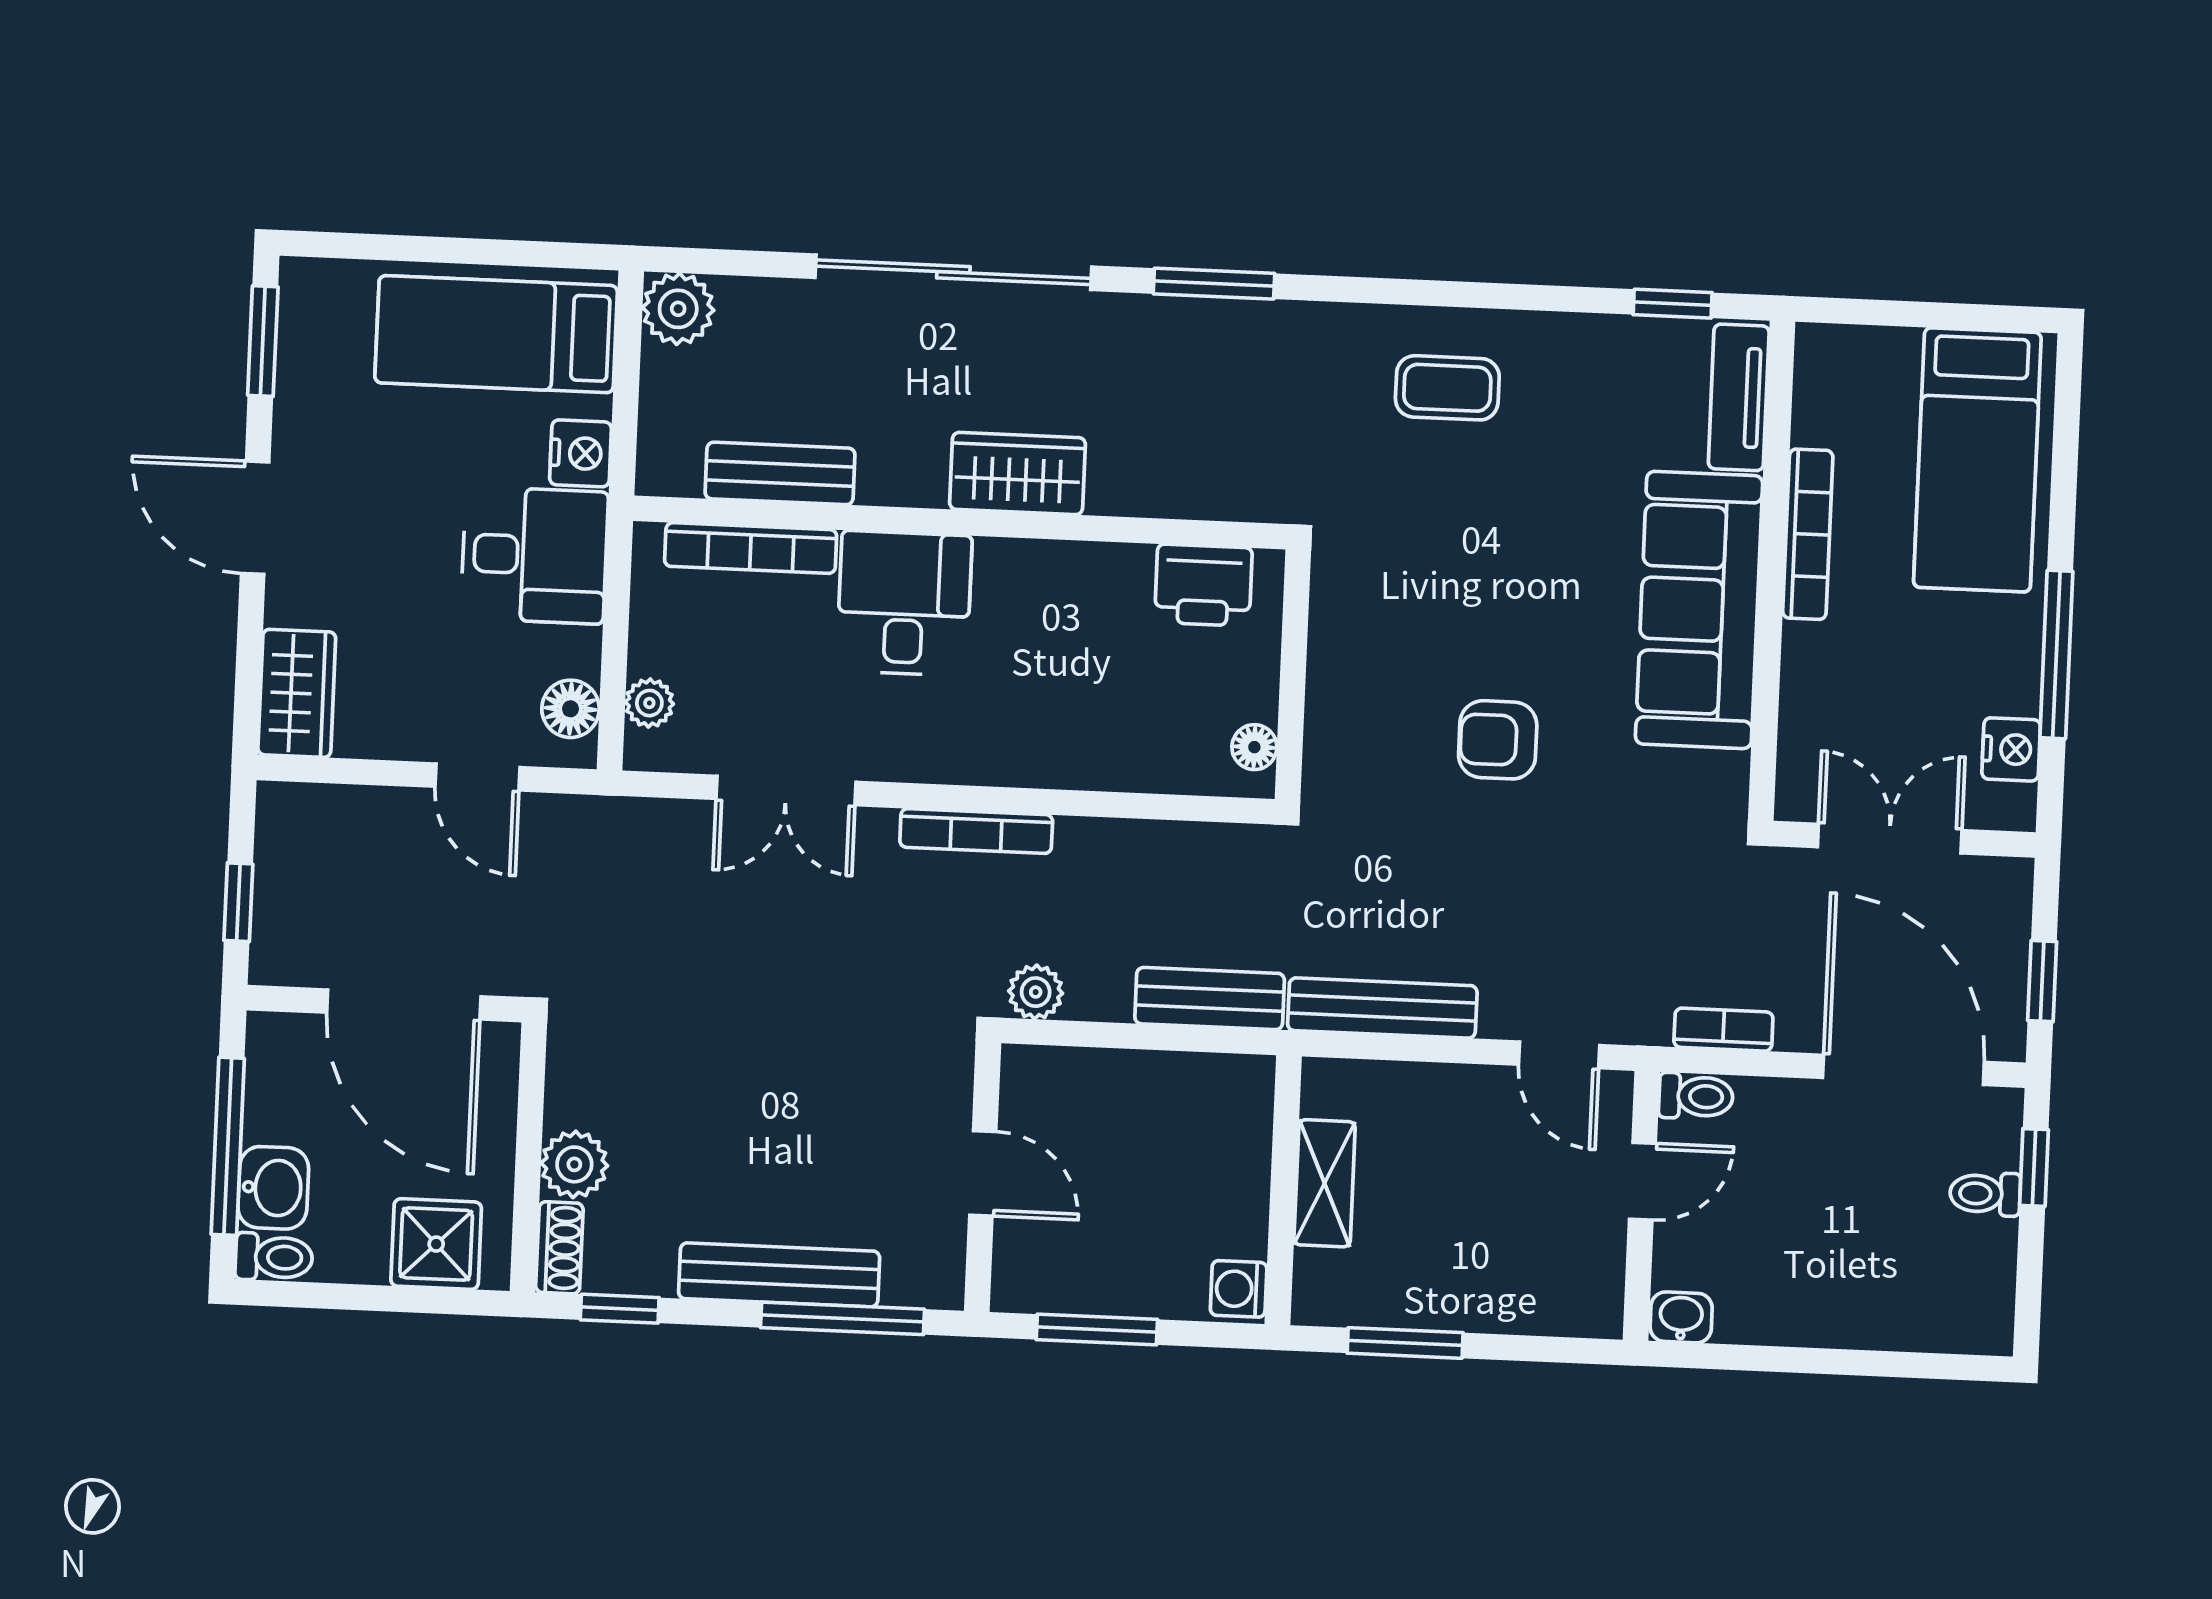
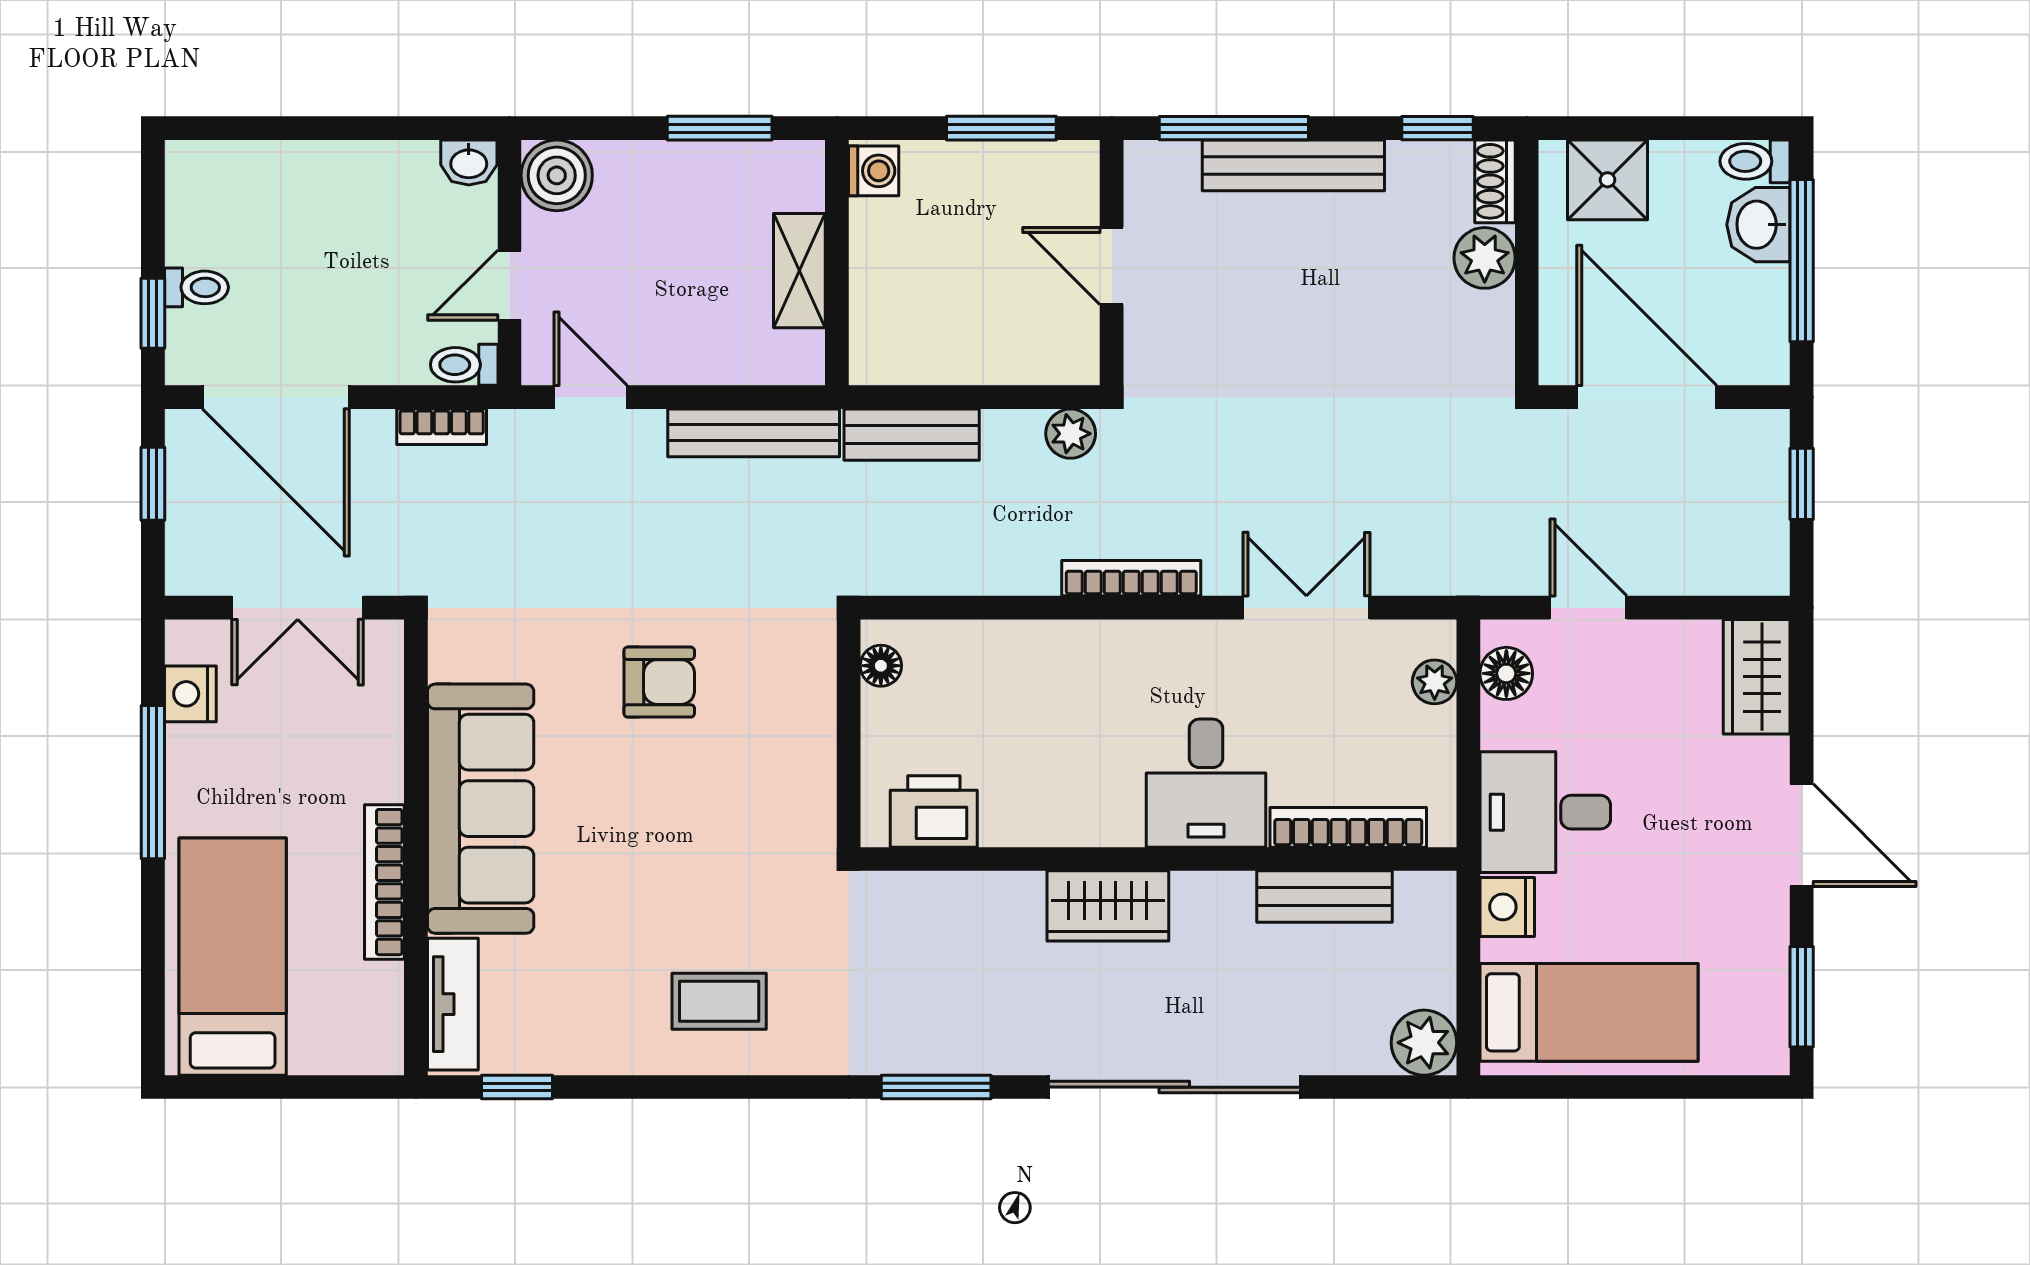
boiler: (1586, 1299) -> (557, 175), added

